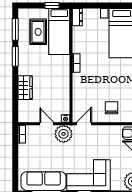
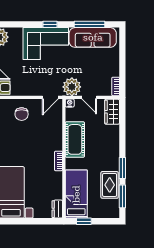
rug: (38, 32) -> (110, 185), moved
cot: (61, 84) -> (75, 139), added
wardrobe: (25, 88) -> (112, 112), moved

